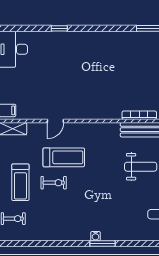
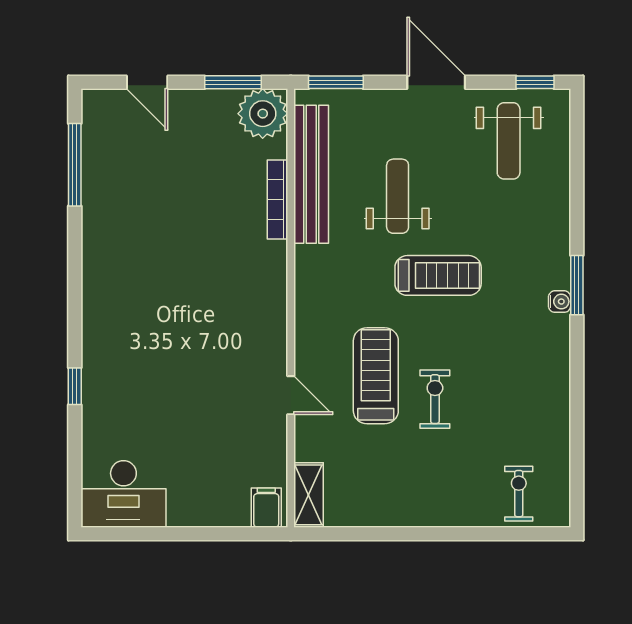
treadmill: (20, 182) -> (438, 275), moved

